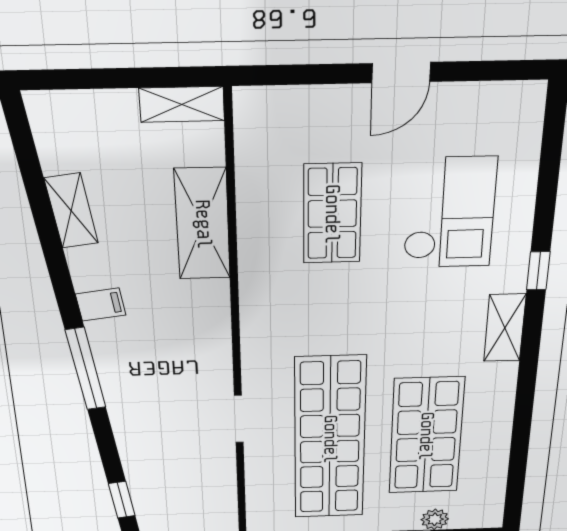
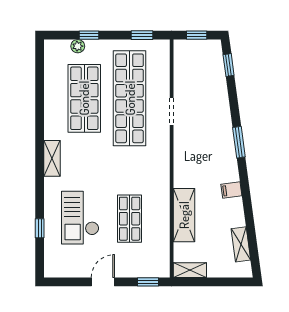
window: (287, 75) -> (148, 282), added
shelving: (71, 211) -> (241, 244), moved
window: (538, 271) -> (40, 228), moved
filing cabinet: (101, 305) -> (231, 190), moved
window: (86, 369) -> (239, 142), width x0.69

